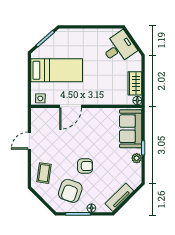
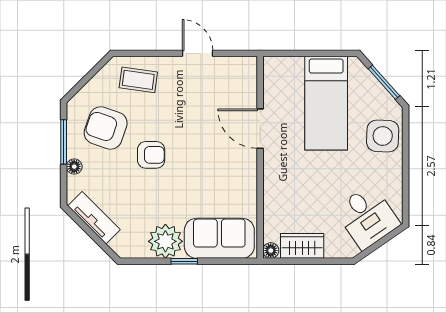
side table: (40, 98) -> (383, 136), moved, width x1.87, depth x1.87
plant: (137, 158) -> (165, 241), width x1.87, depth x1.87
armchair: (85, 166) -> (151, 155), turned -90

